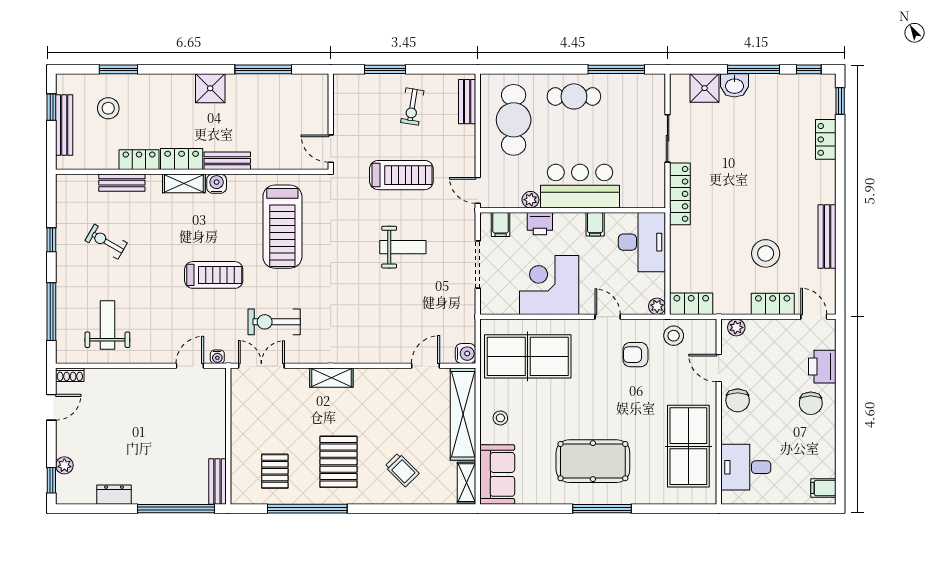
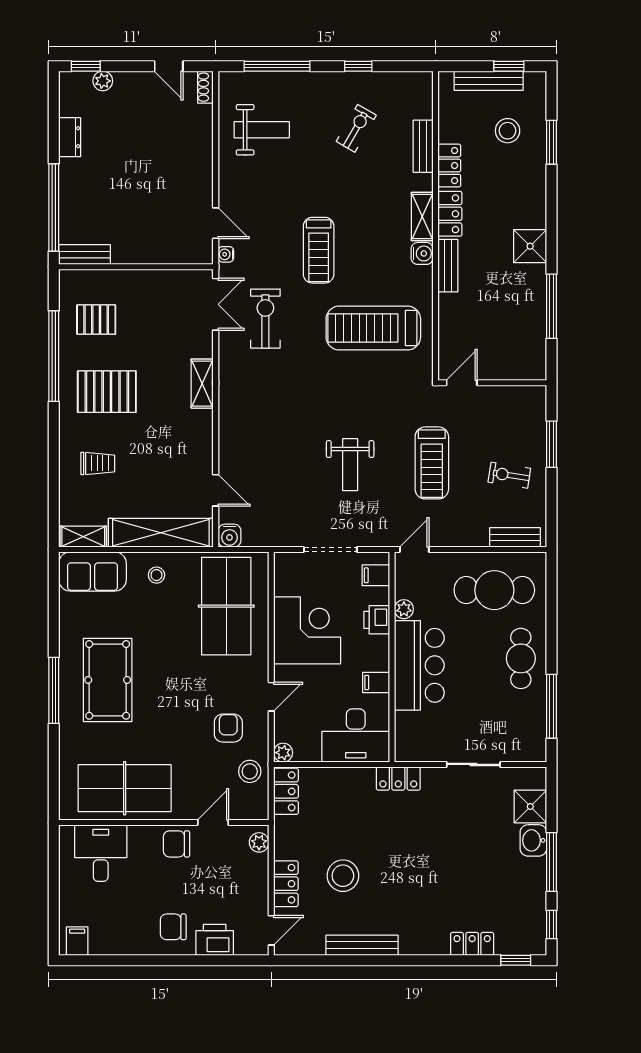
locker: (680, 194) -> (398, 779), width x0.66
trolley: (402, 470) -> (98, 463), turned -135

